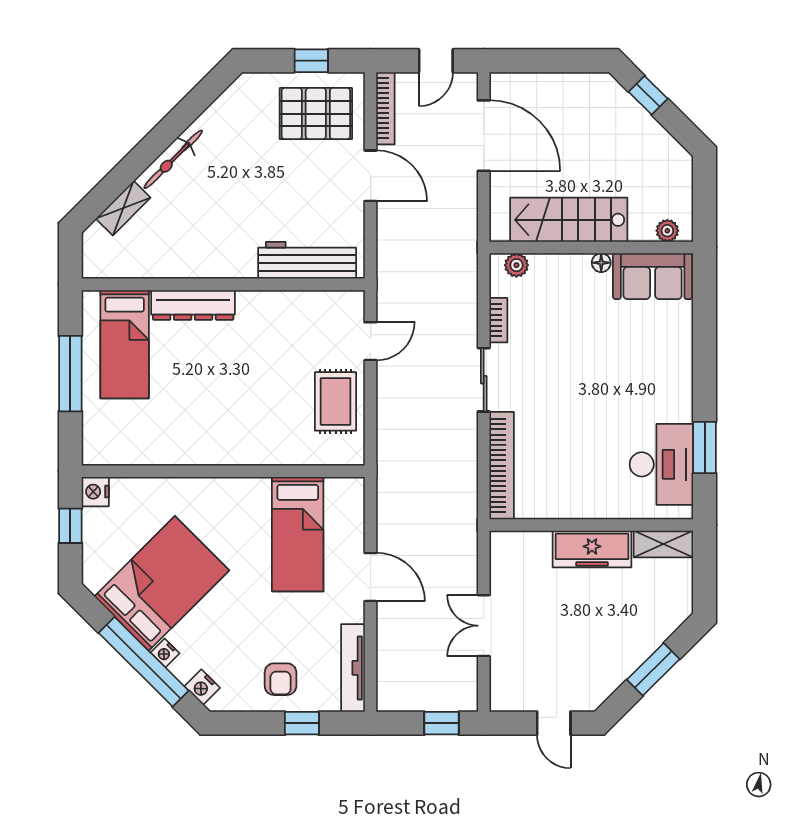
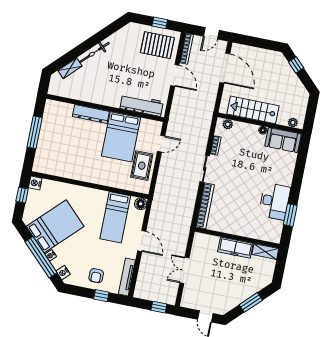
bed: (125, 344) -> (121, 137), moved, width x1.50
desk: (661, 464) -> (274, 201), moved
floor lamp: (351, 491) -> (141, 204), added

